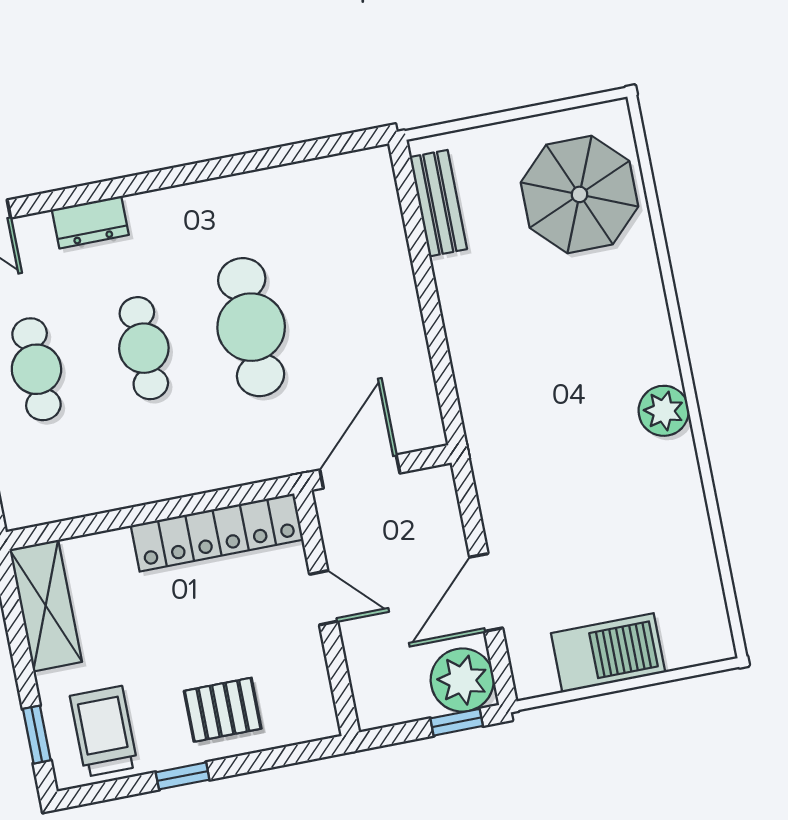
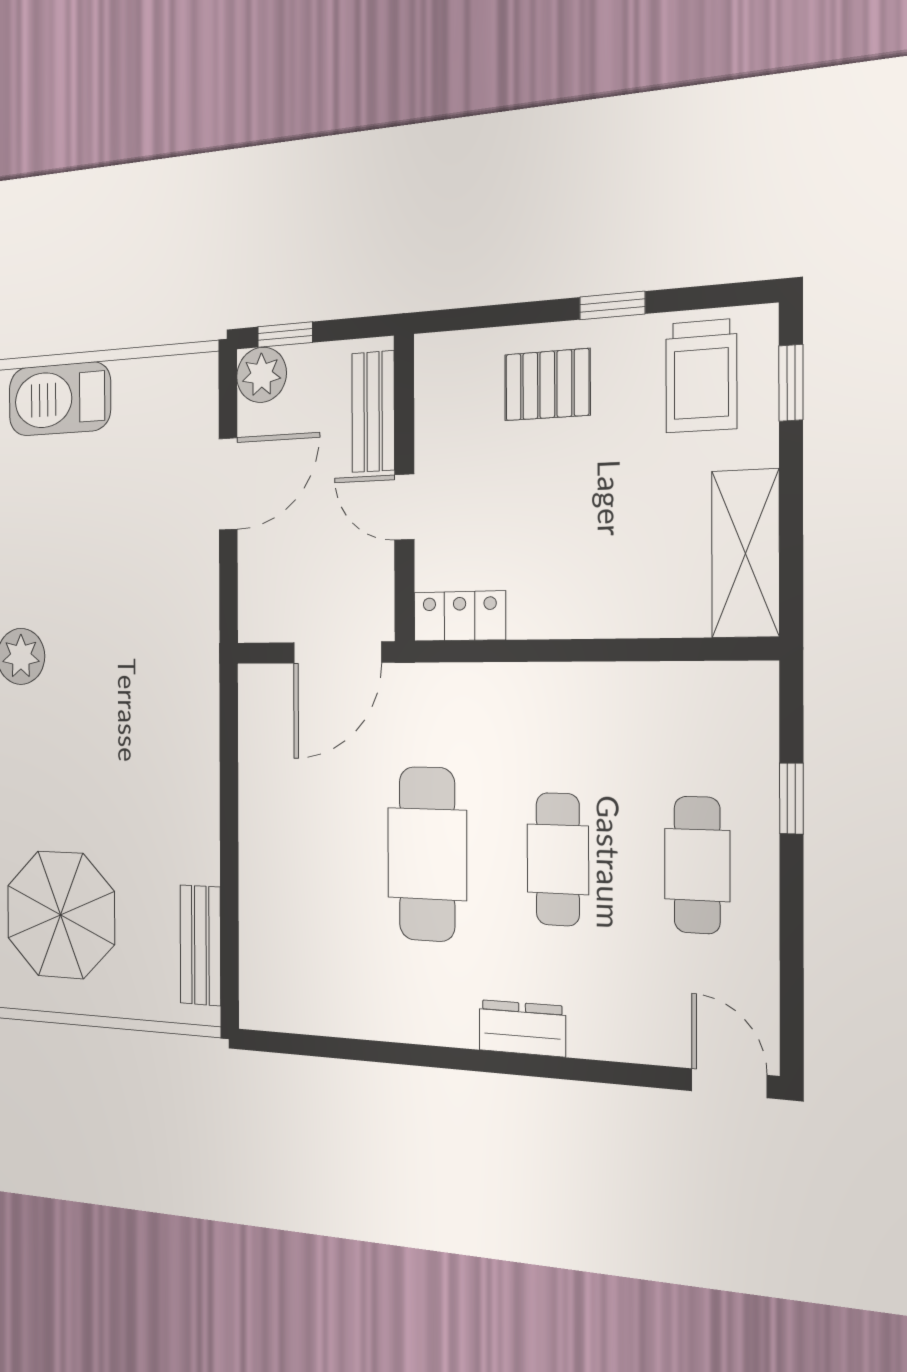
dresser: (90, 222) -> (522, 1028), moved
locker: (217, 532) -> (460, 616), width x0.46, depth x0.83
barbecue: (608, 653) -> (60, 399), moved
bench: (366, 670) -> (373, 412), added
plant: (462, 680) -> (262, 375), width x0.73, depth x0.73

